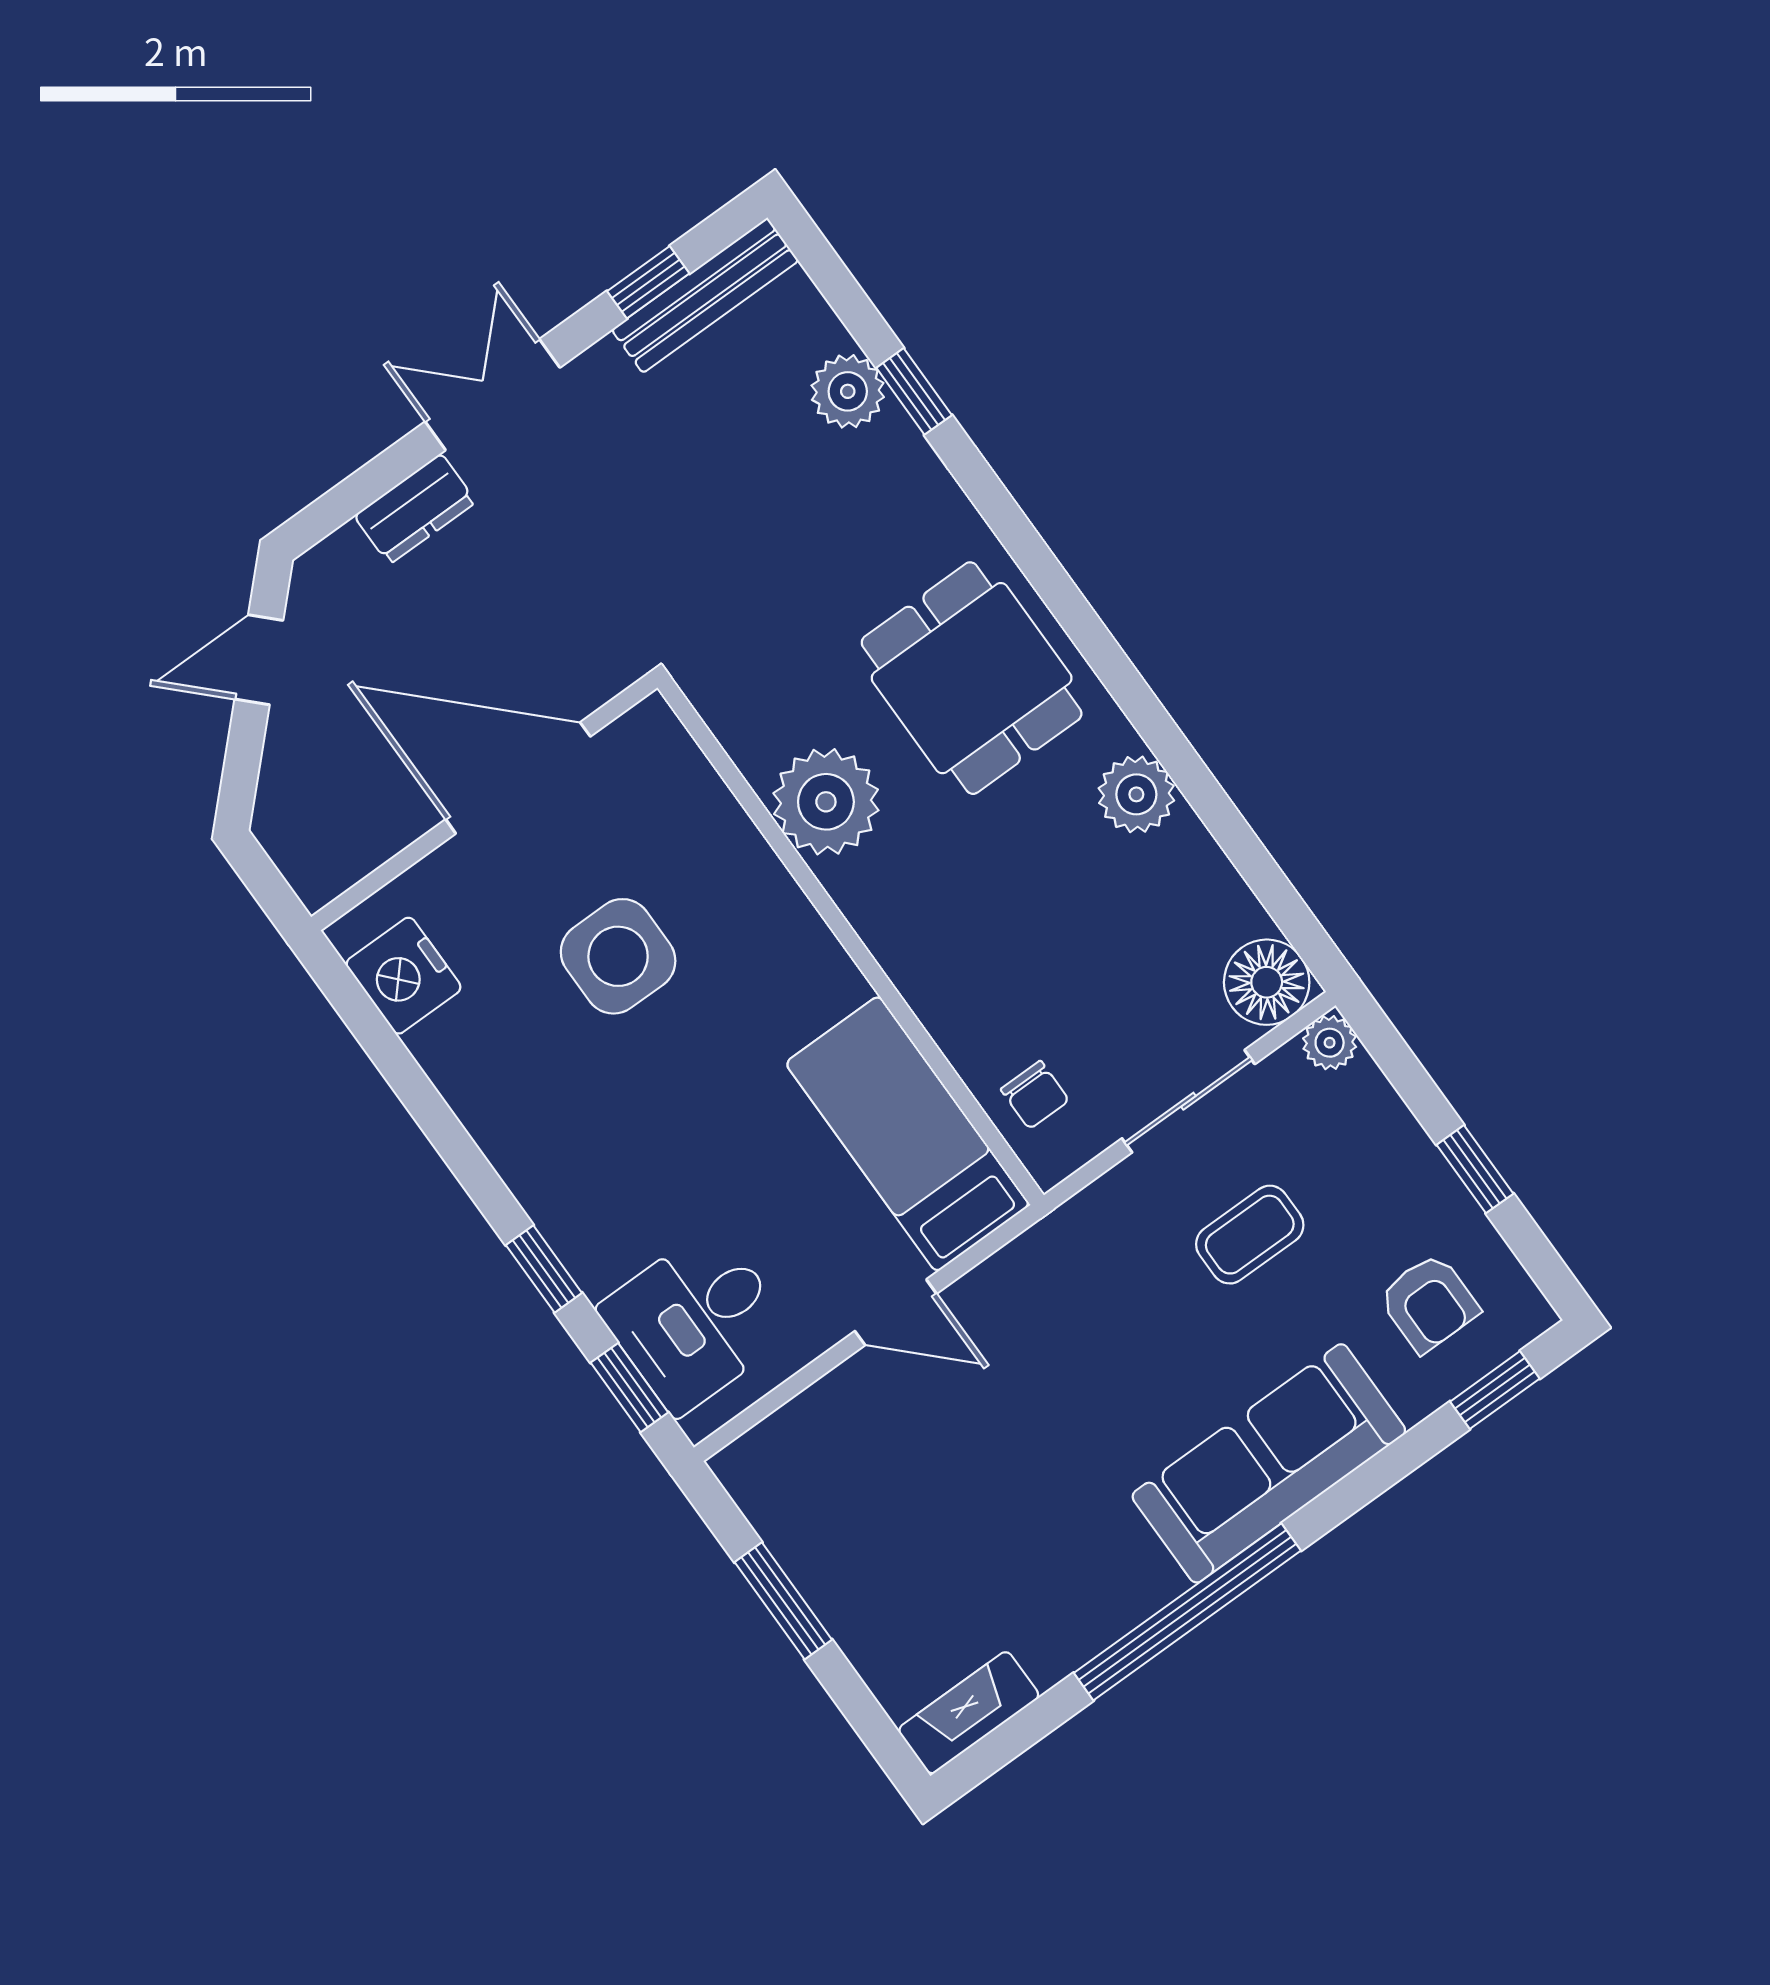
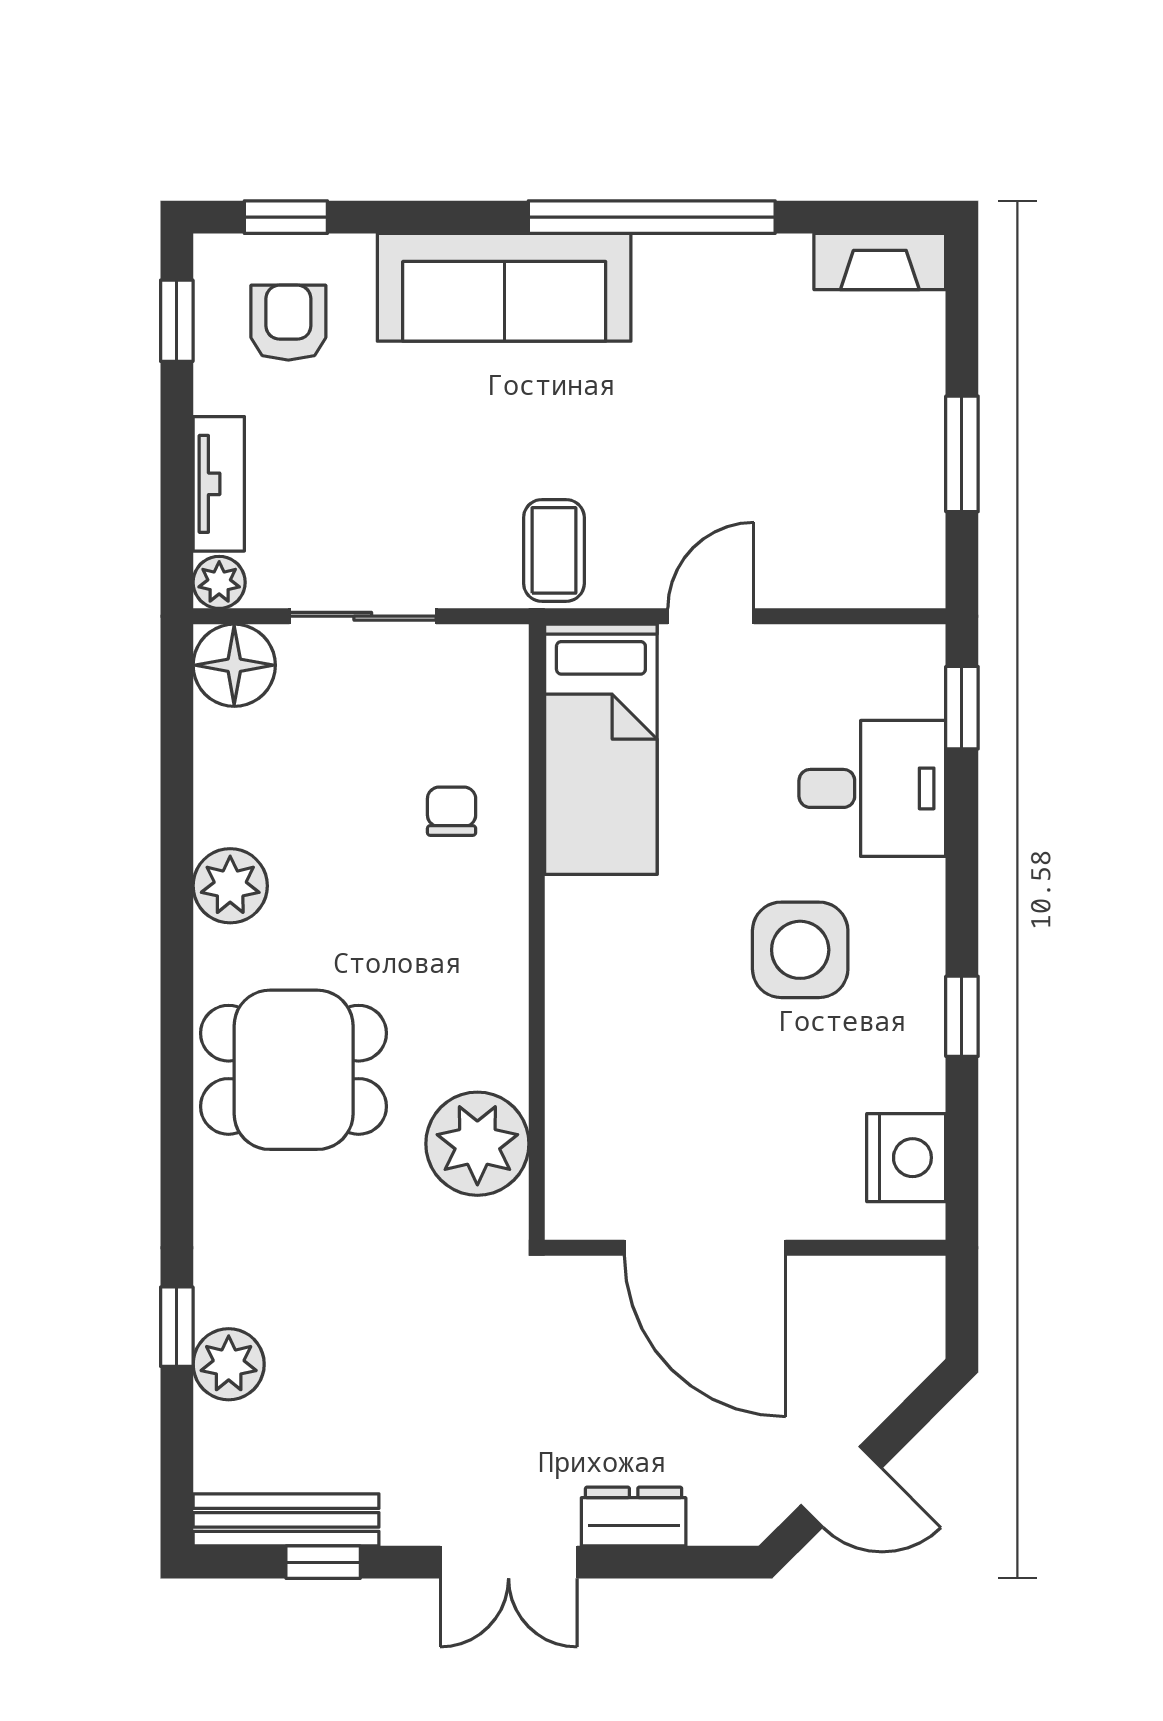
dining table: (972, 678) -> (294, 1070), turned 90
plant: (826, 802) -> (477, 1144), moved
side table: (618, 956) -> (800, 950), moved
chair: (1035, 1095) -> (452, 811), moved
tv unit: (1390, 1125) -> (219, 484), added
window: (1475, 1169) -> (177, 321), moved
coffee table: (1250, 1235) -> (554, 550), moved, turned 90
window: (544, 1269) -> (962, 1016), moved
door: (896, 1312) -> (711, 616), hinge flipped
desk: (695, 1320) -> (872, 788), moved

